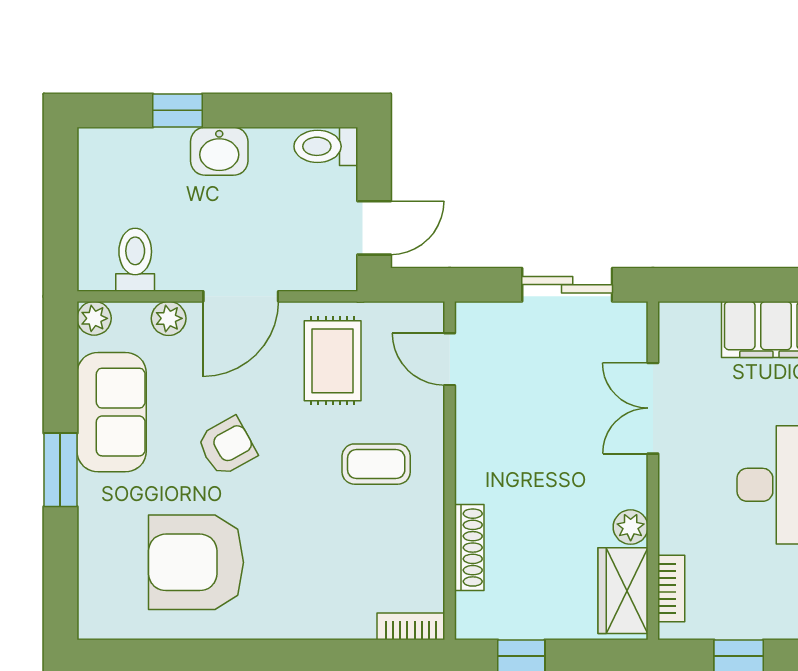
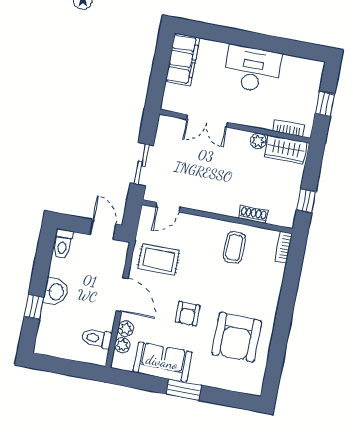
sliding door: (567, 285) -> (142, 164), moved
plant: (94, 318) -> (122, 345), moved
armchair: (227, 446) -> (188, 314), turned -151
coffee table: (376, 464) -> (234, 247), moved
shoe rack: (469, 548) -> (253, 214), width x0.70

